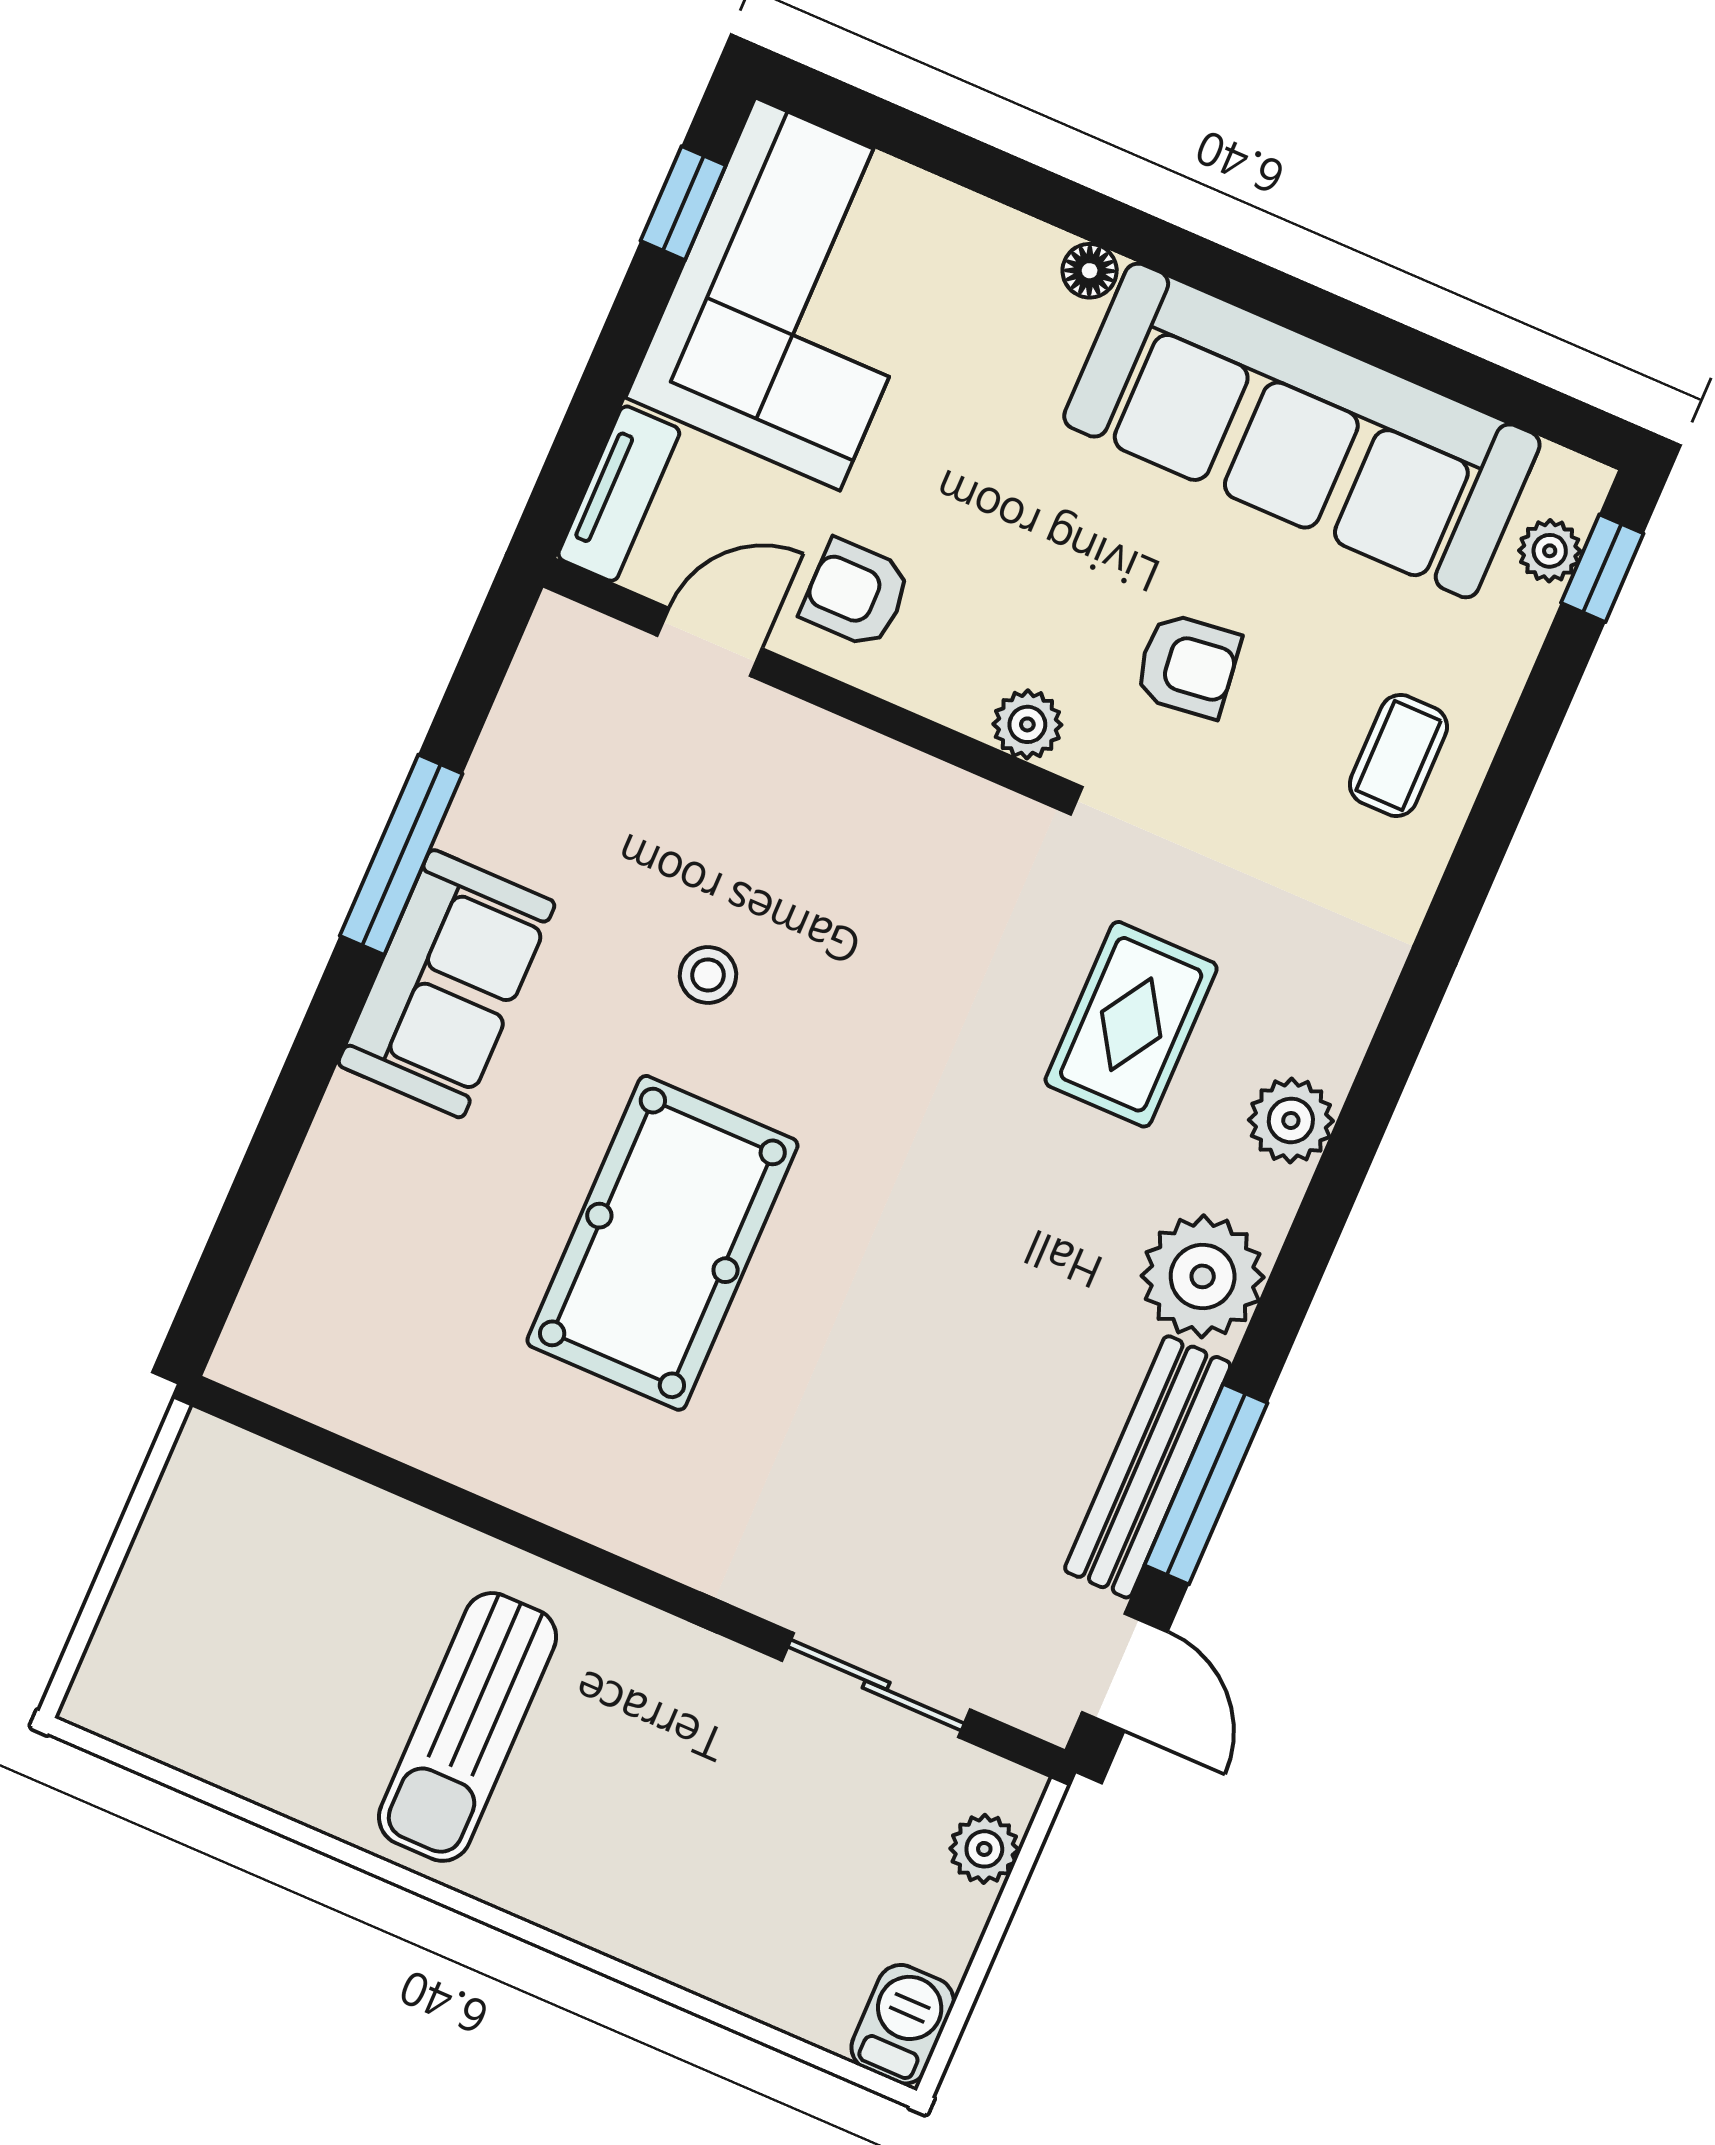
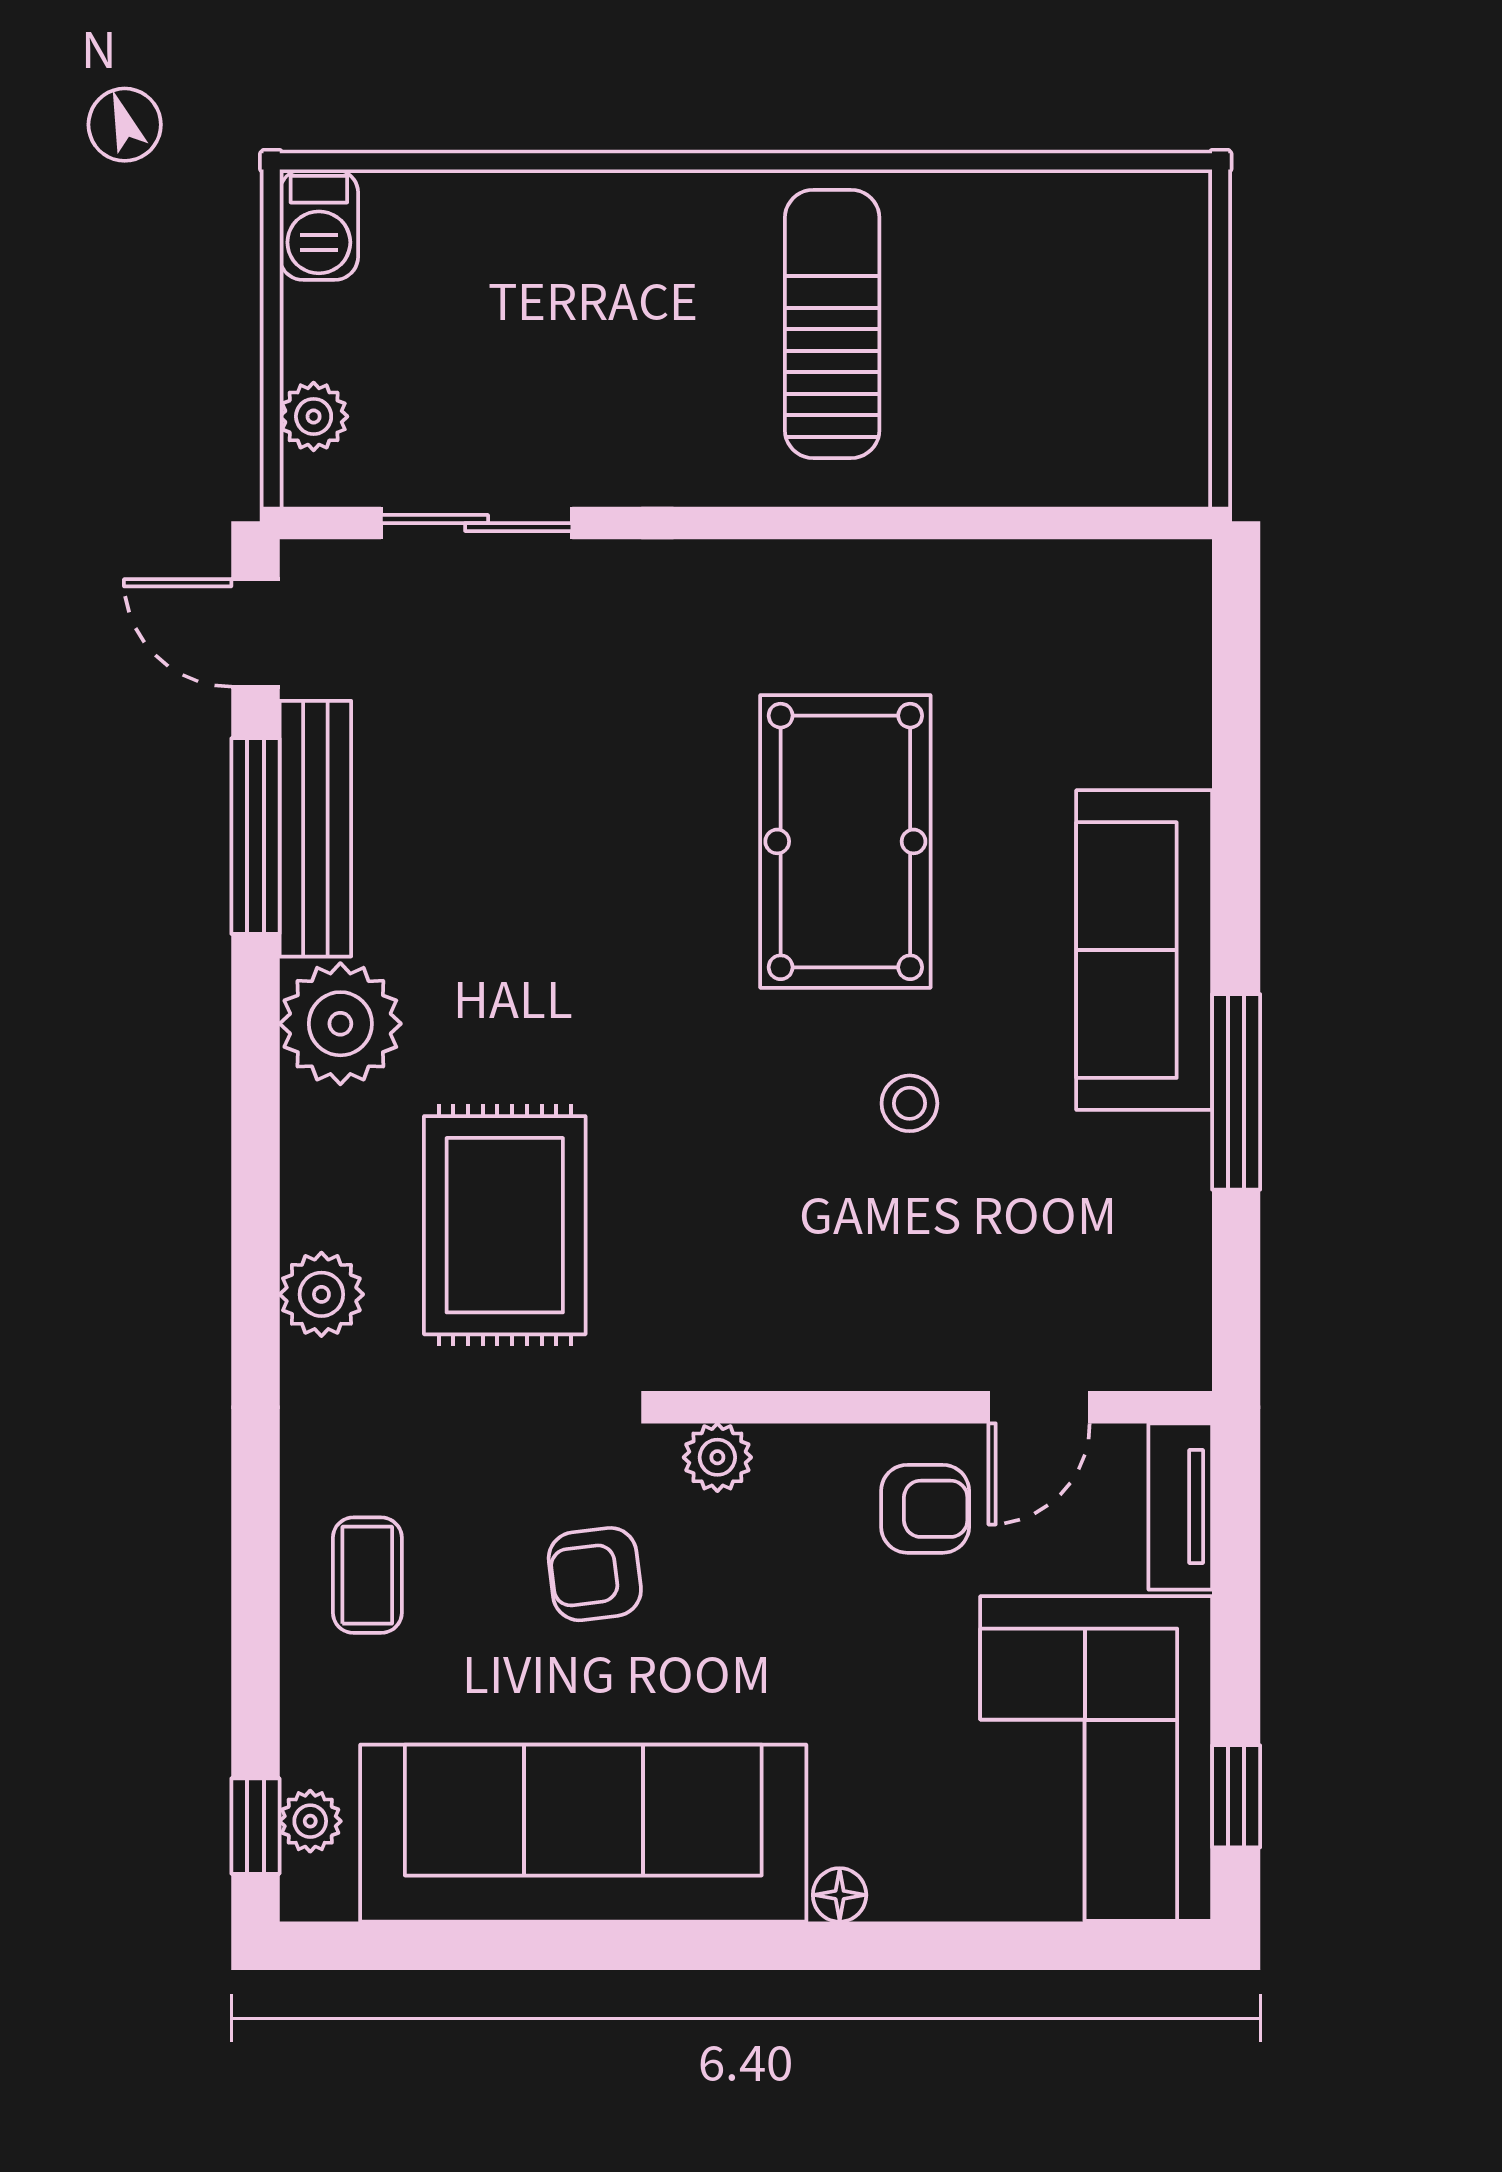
sofa: (447, 984) -> (1144, 950), width x1.36
rug: (1131, 1024) -> (505, 1225), width x1.36, depth x1.43
plant: (1291, 1120) -> (321, 1294), moved

